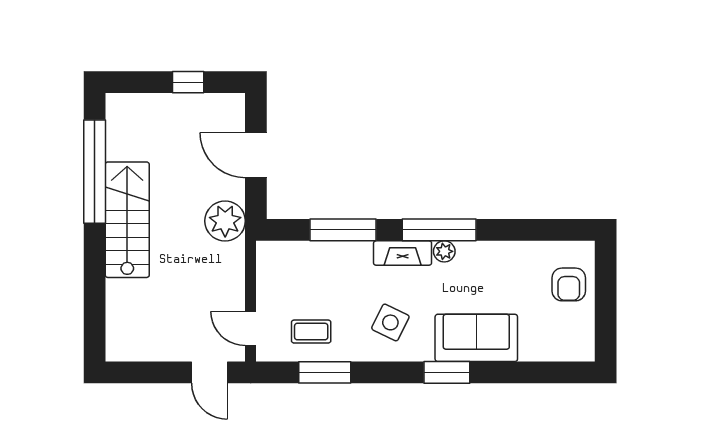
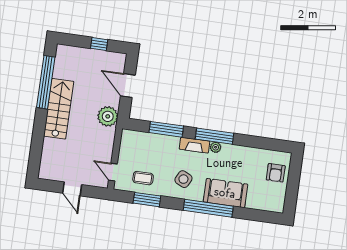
door: (209, 372) -> (72, 189), moved
window: (447, 372) -> (208, 208), width x2.11

